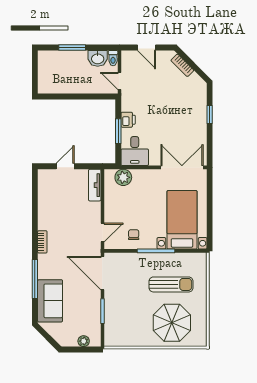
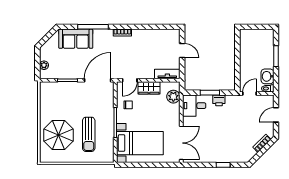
wardrobe: (112, 208) -> (149, 88), added
door: (102, 233) -> (130, 80), hinge flipped

